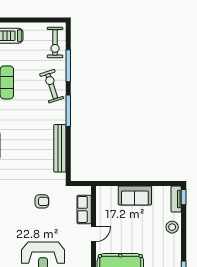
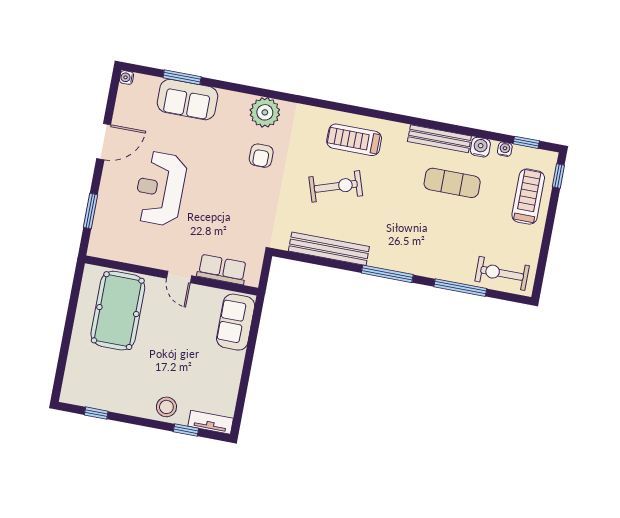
exercise bike: (52, 86) -> (336, 186), moved
sofa: (135, 195) -> (236, 322), moved
window: (184, 197) -> (186, 430), moved
armchair: (42, 201) -> (261, 156), moved

